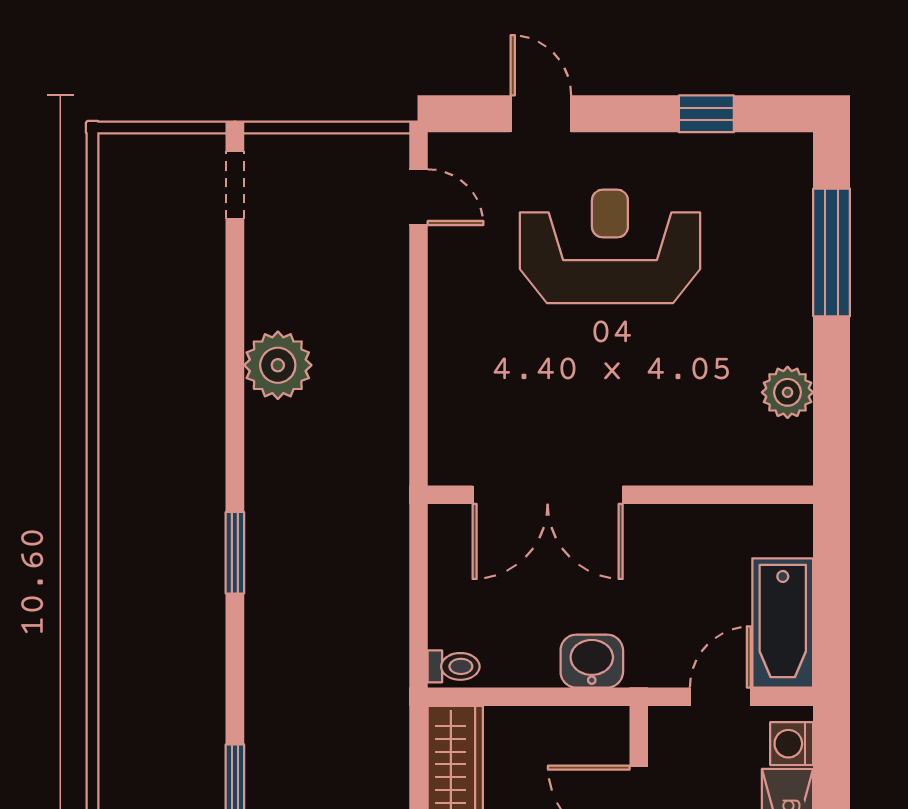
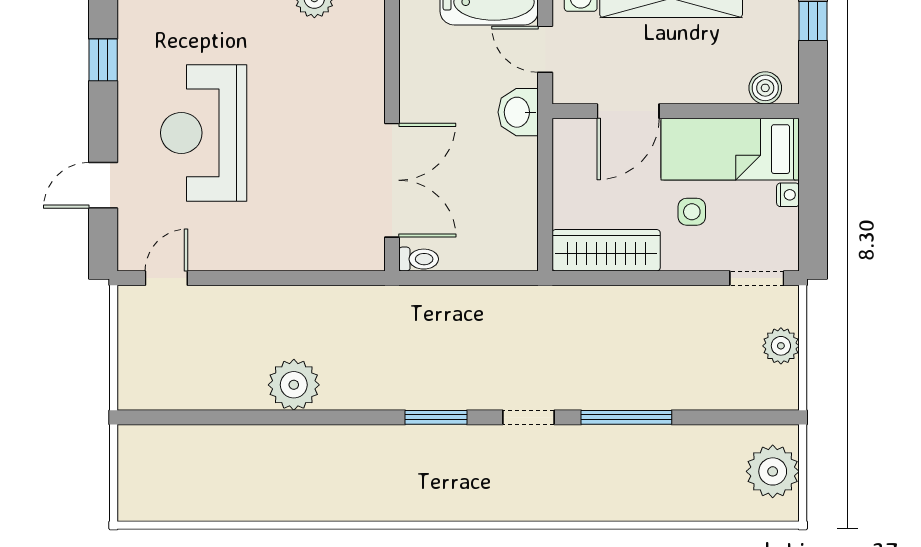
doorway: (235, 185) -> (529, 417), moved
washbasin: (592, 661) -> (518, 112), moved
toilet: (454, 666) -> (419, 259), moved, turned 90

